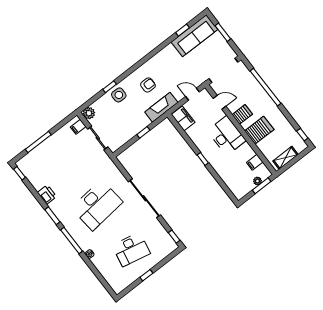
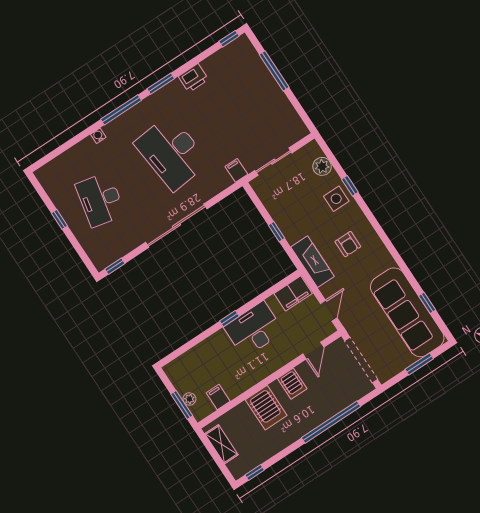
sofa: (194, 36) -> (407, 312), width x1.36, depth x1.27
plant: (89, 113) -> (322, 166), moved
filing cabinet: (78, 127) -> (236, 170), moved
desk: (227, 136) -> (254, 329), moved, turned 180

